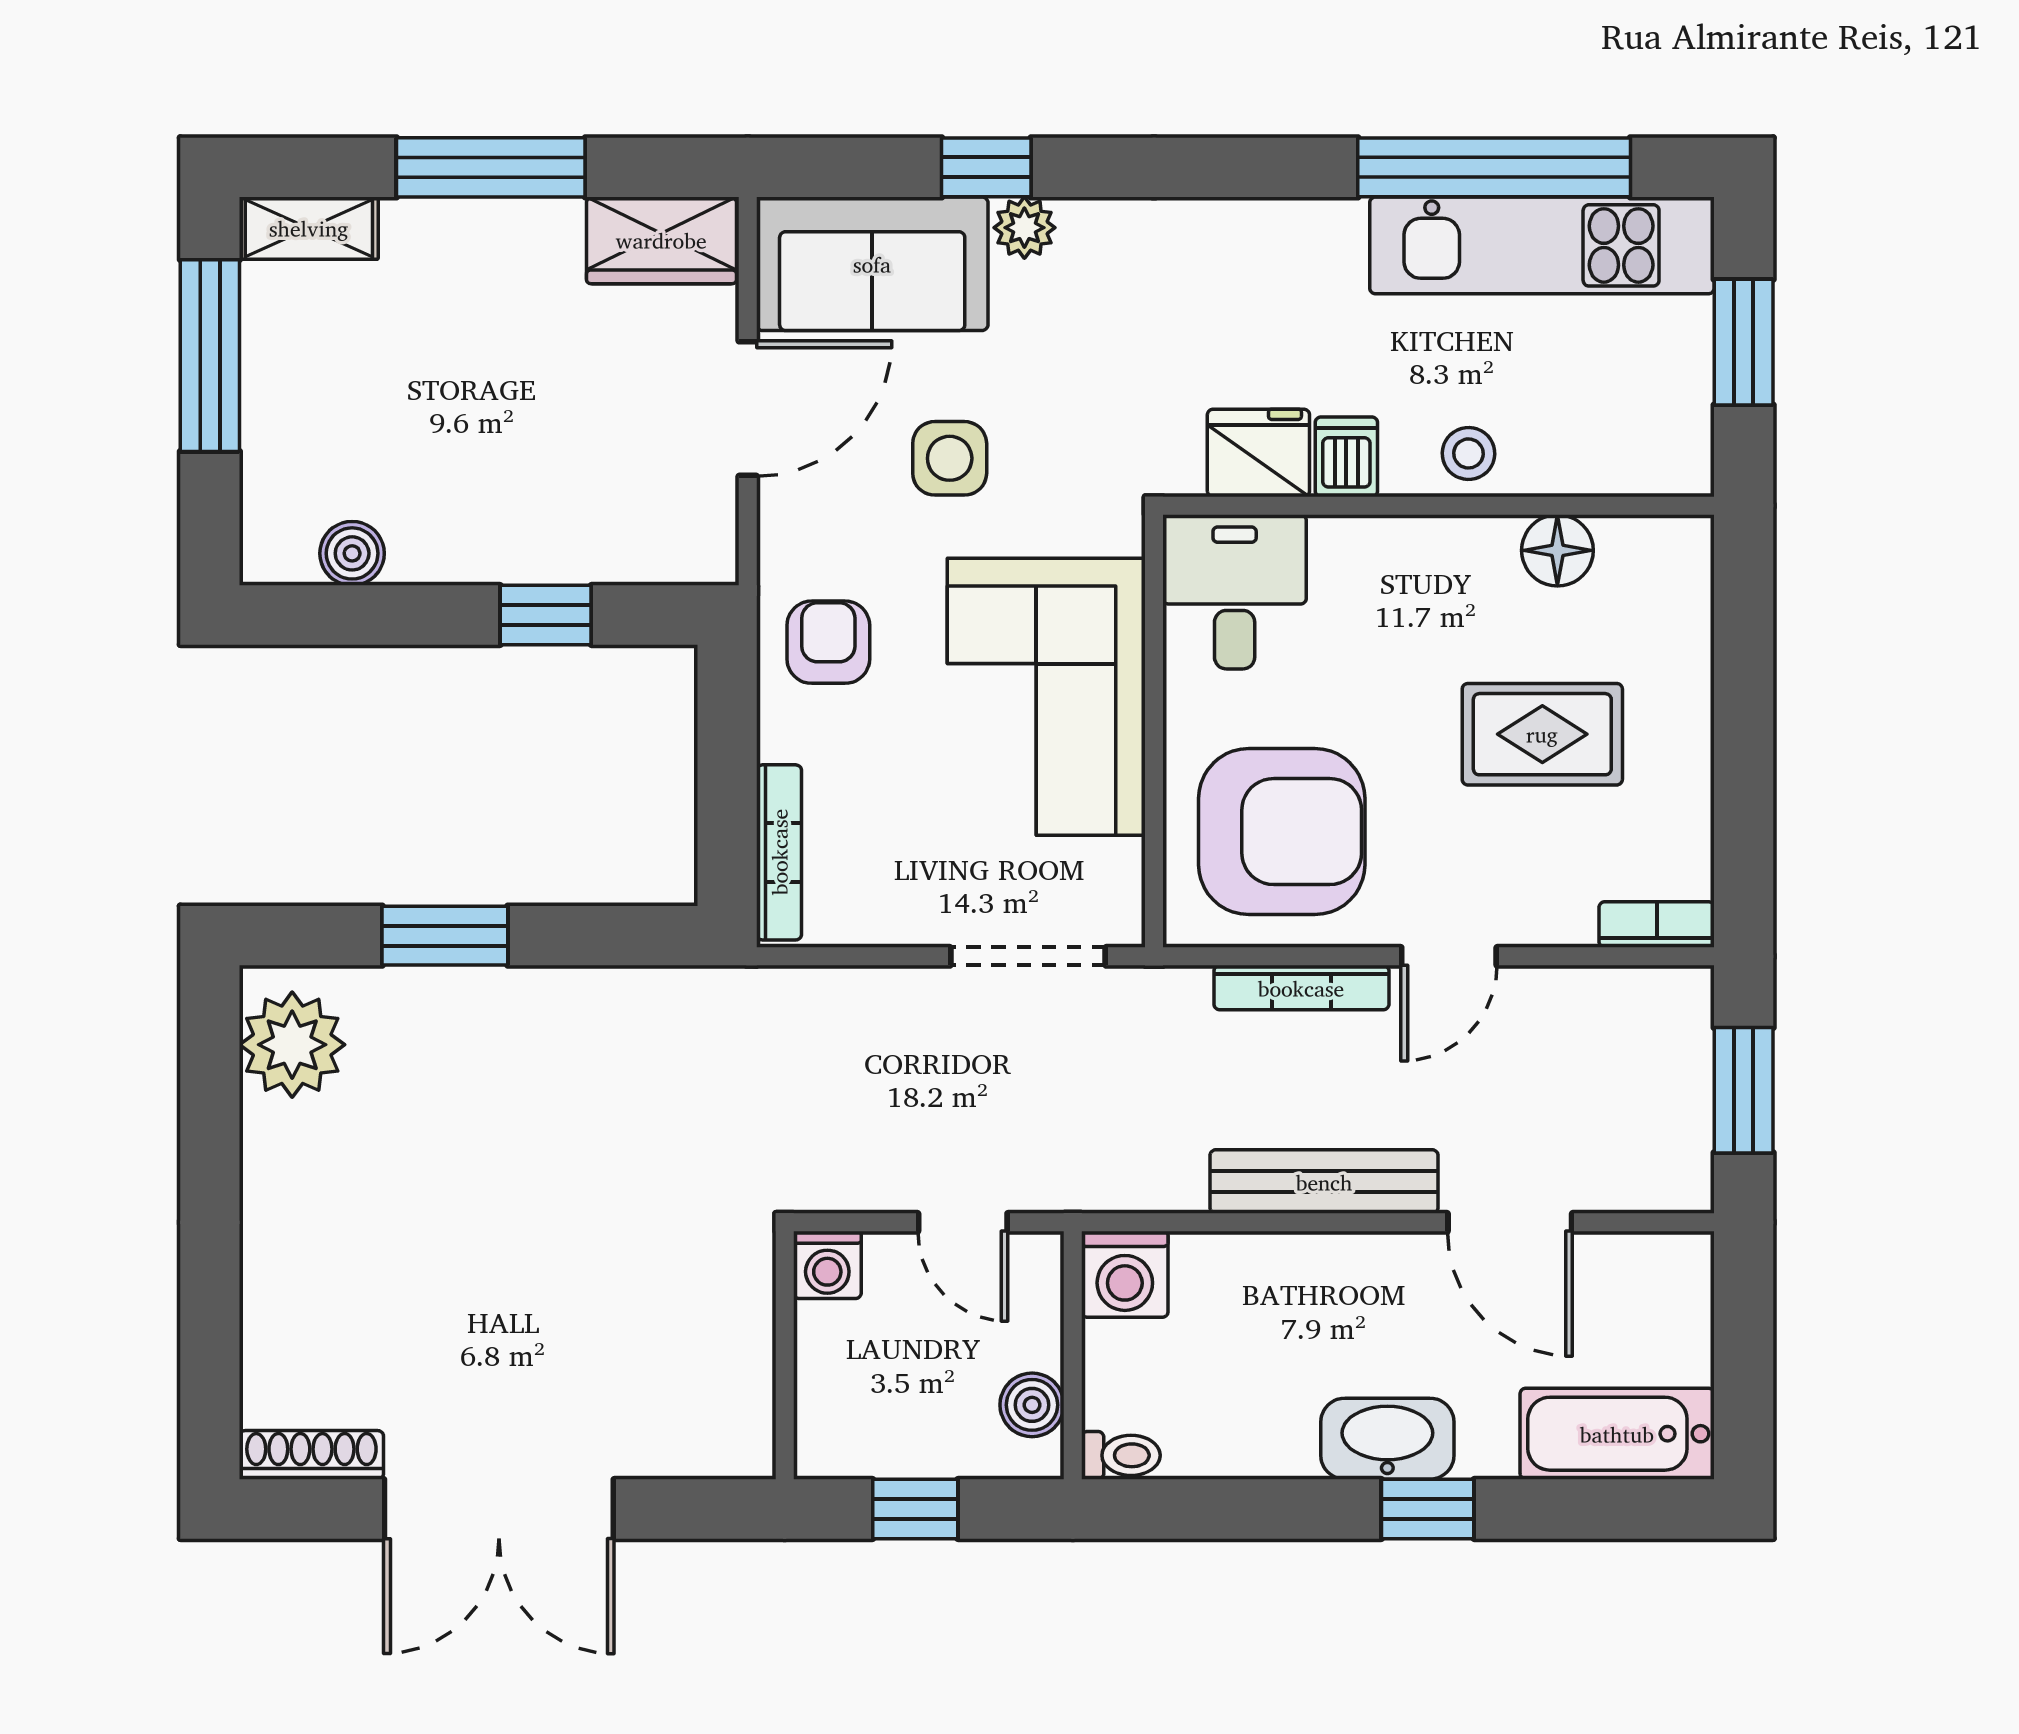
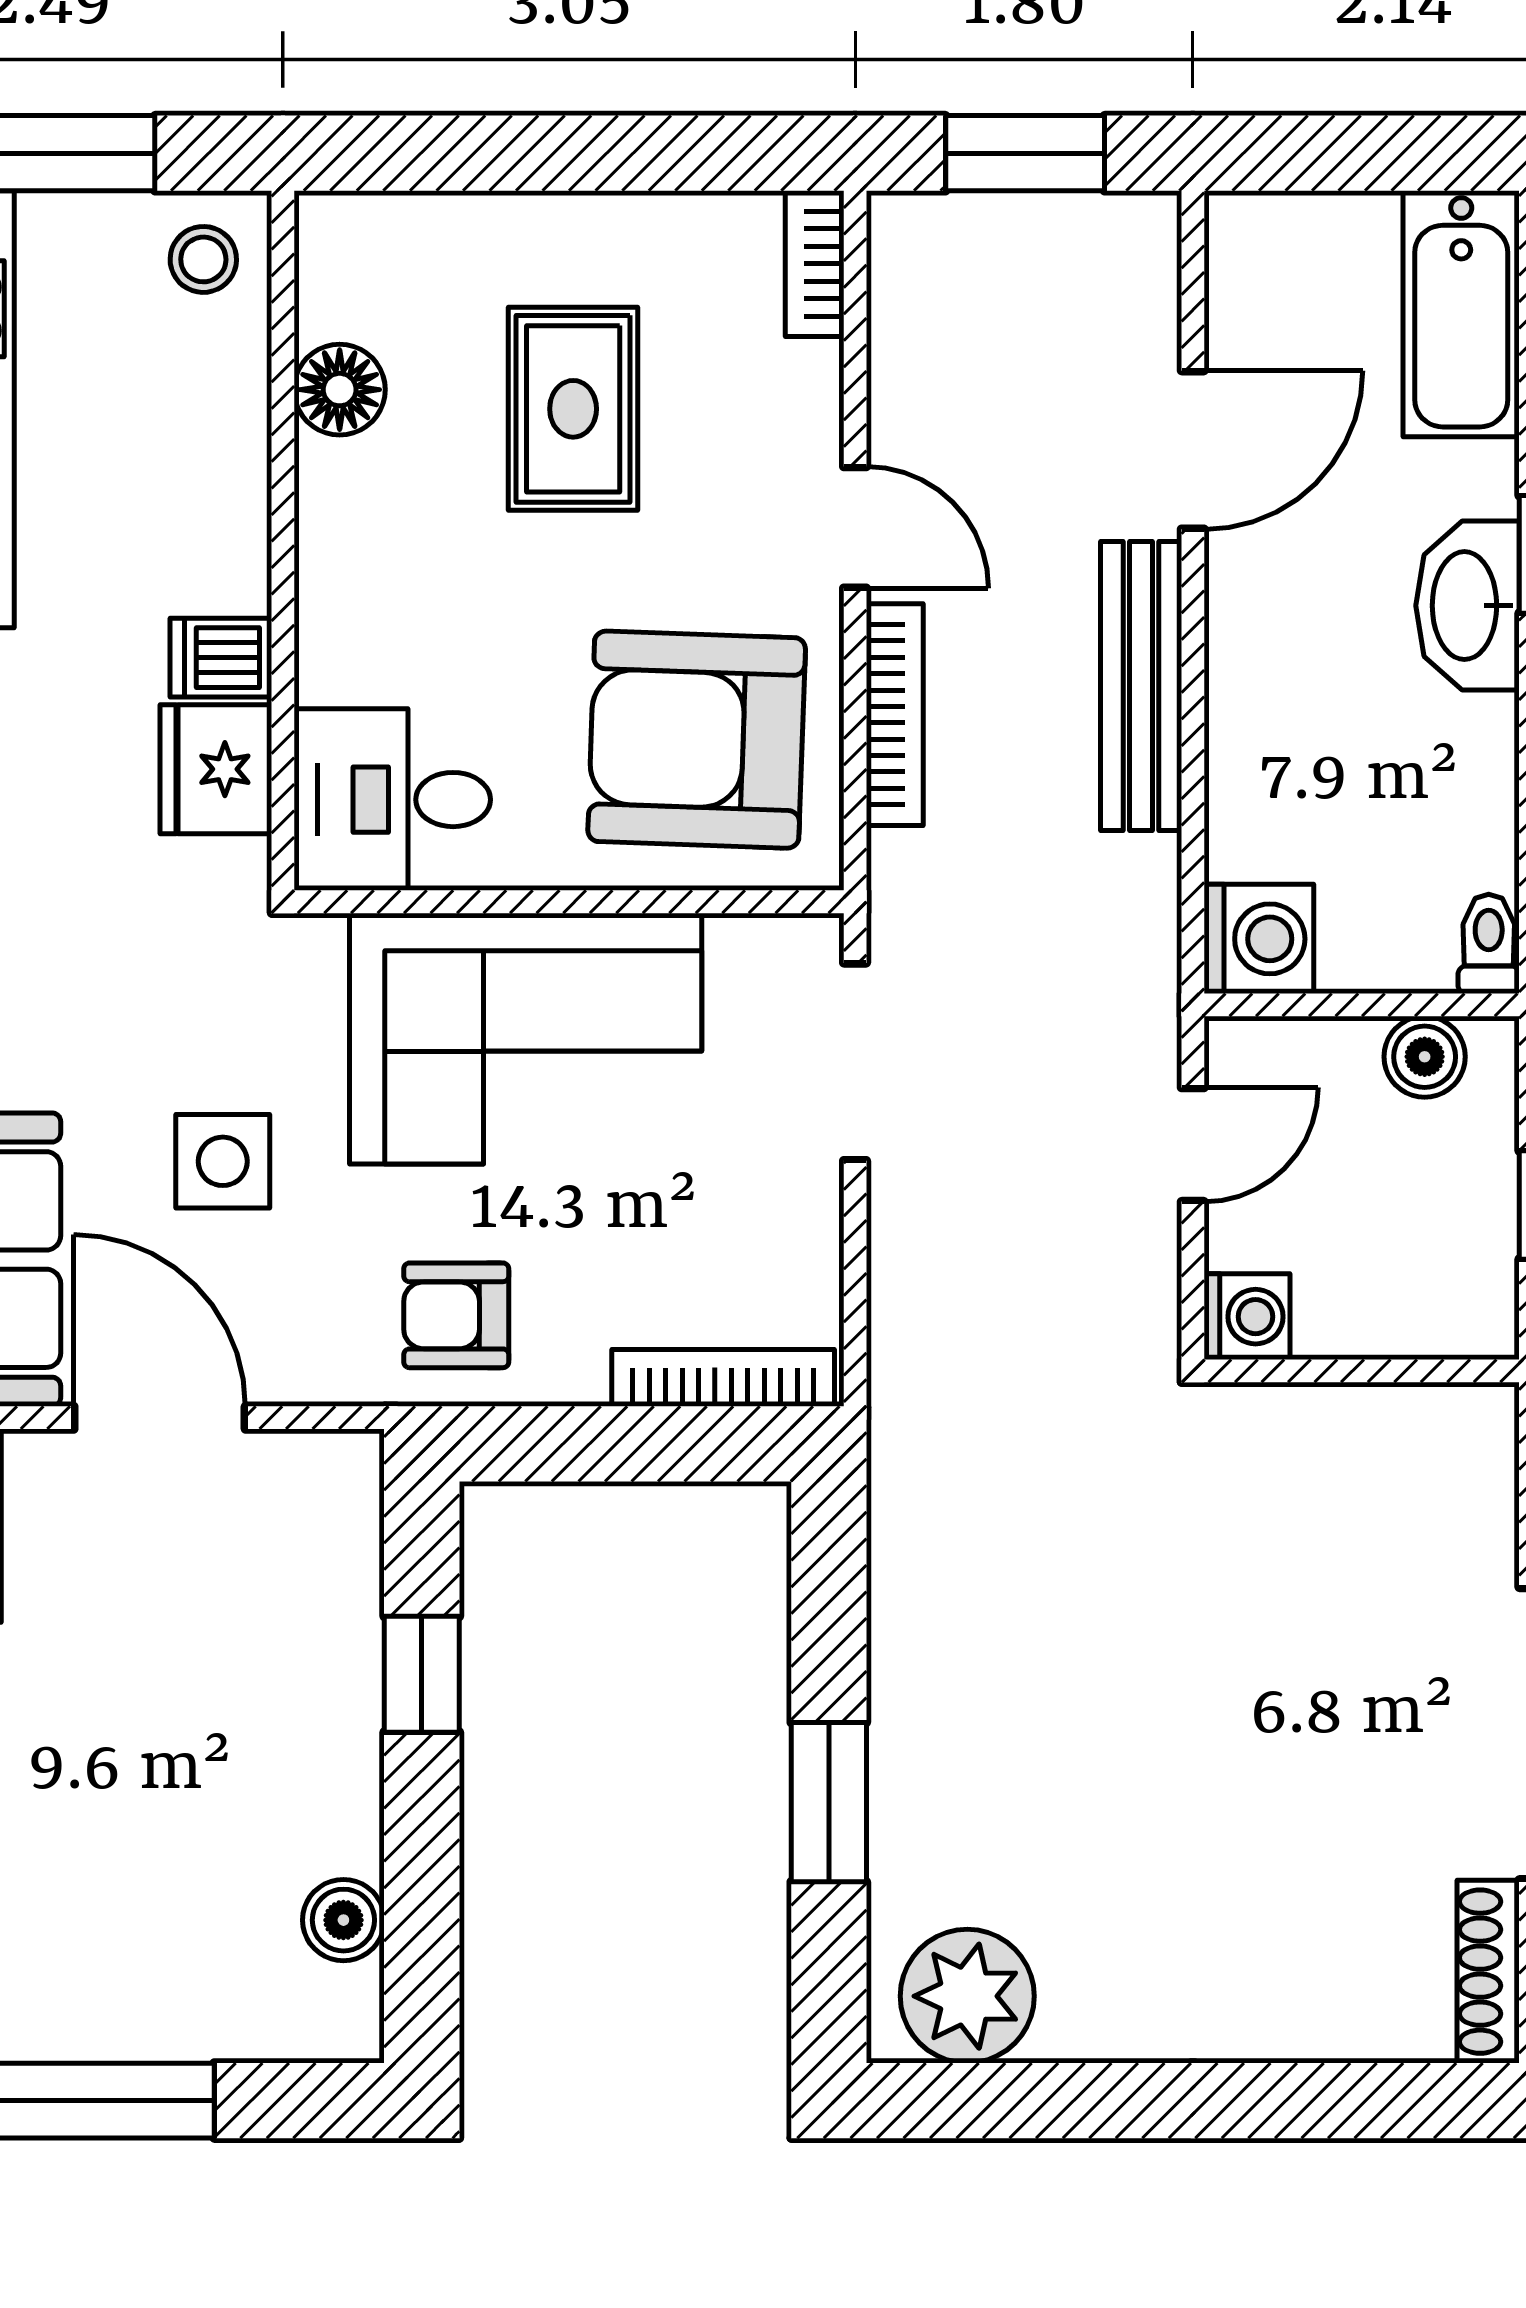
stool: (1468, 453) -> (203, 259), moved
armchair: (1282, 832) -> (697, 740), turned -88

